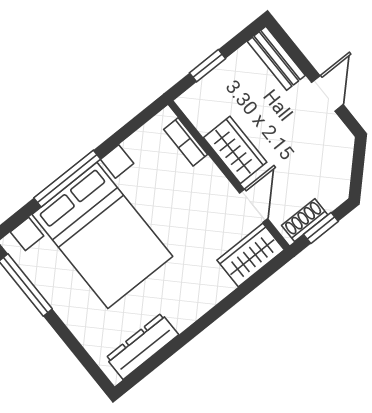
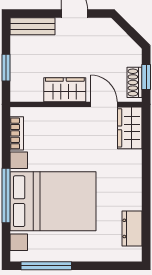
bookcase: (186, 142) -> (17, 133), moved, turned -90
dresser: (142, 346) -> (132, 228), width x0.70

